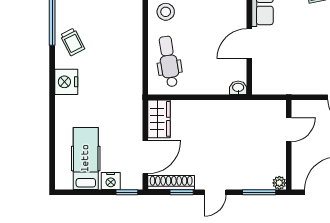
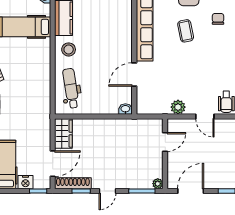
plant: (305, 85) -> (178, 107), added

